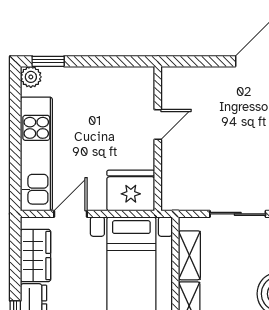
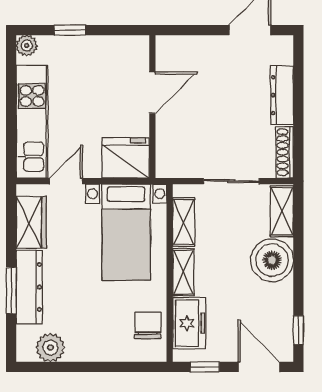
window: (48, 61) -> (70, 30), moved
door: (158, 125) -> (152, 93), width x1.38

